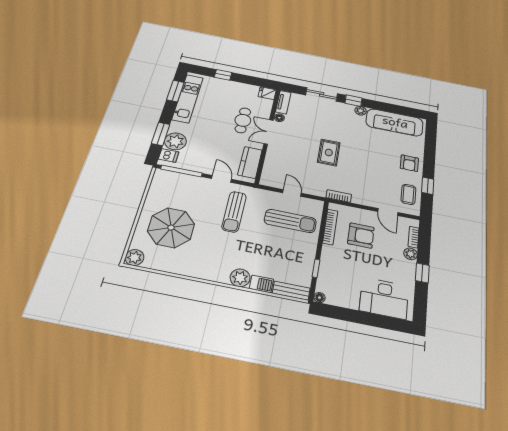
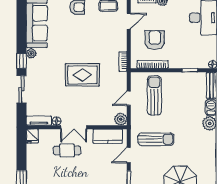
rug: (329, 152) -> (82, 75), width x1.36, depth x1.43
plant: (268, 180) -> (121, 119), added

